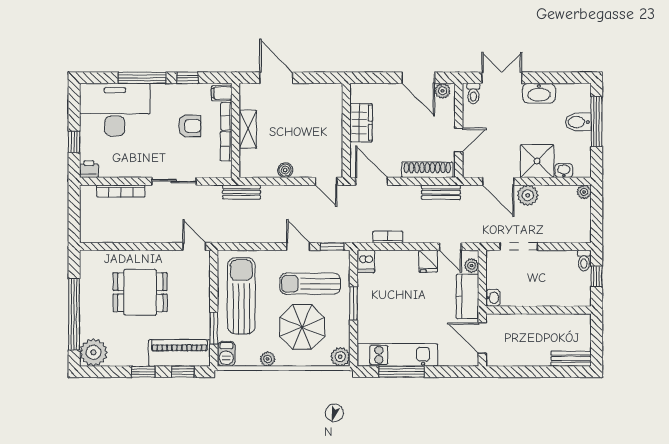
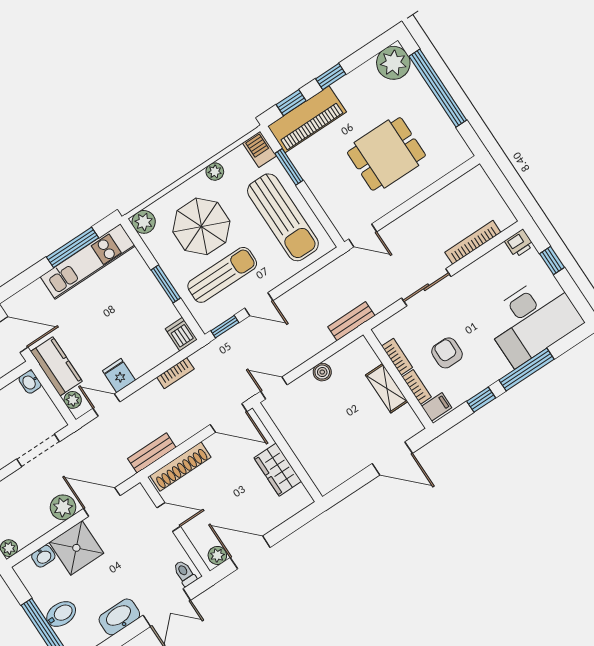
armchair: (190, 126) -> (447, 353), turned 90
door: (459, 140) -> (169, 517), swing flipped

